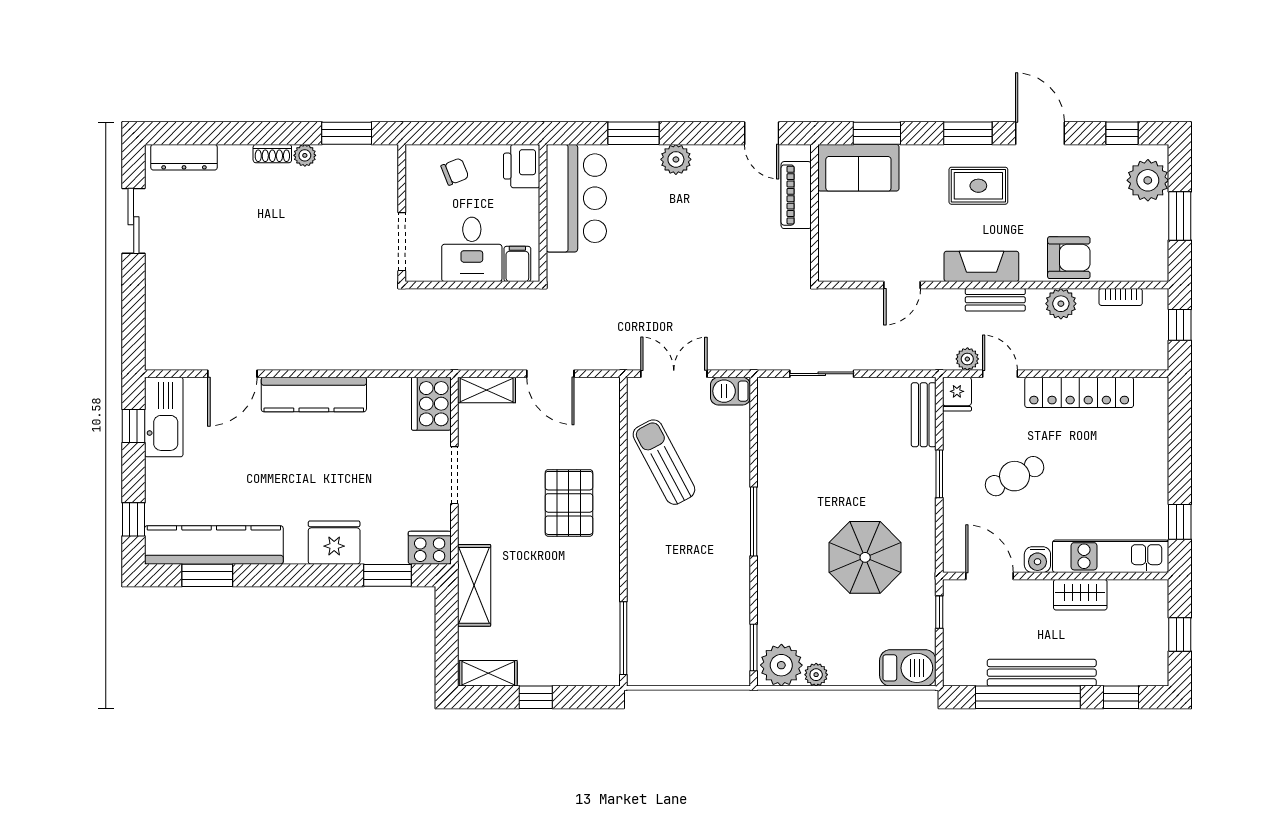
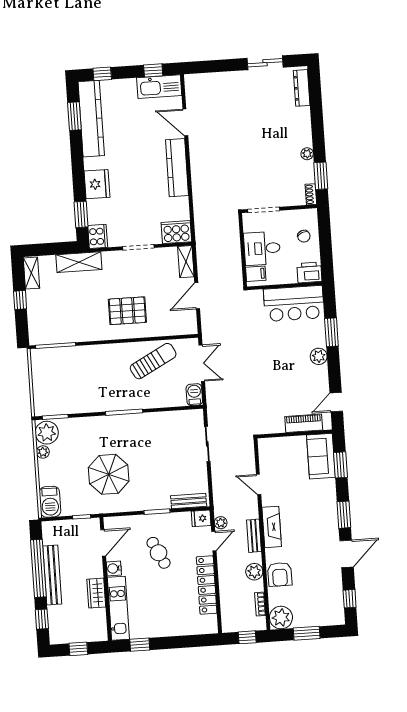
shoe rack: (272, 154) -> (311, 194), moved
plant: (1148, 180) -> (281, 618), moved
rug: (978, 186) -> (316, 522), removed

